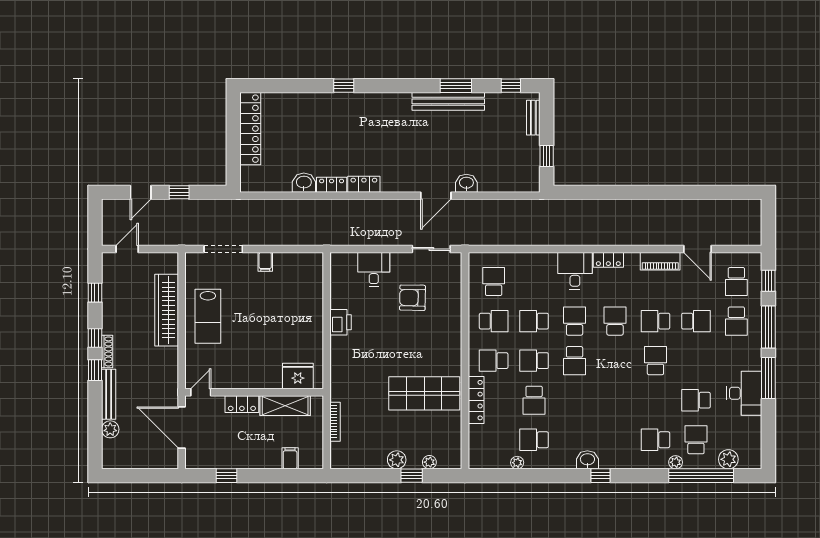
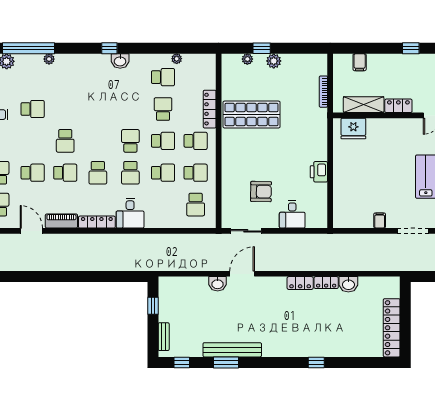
locker: (608, 260) -> (97, 222), width x1.53
school desk: (494, 321) -> (196, 173), turned 180
school desk: (696, 321) -> (33, 173), turned 180
school desk: (655, 440) -> (65, 77), removed
school desk: (696, 440) -> (33, 77), removed

